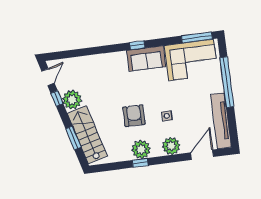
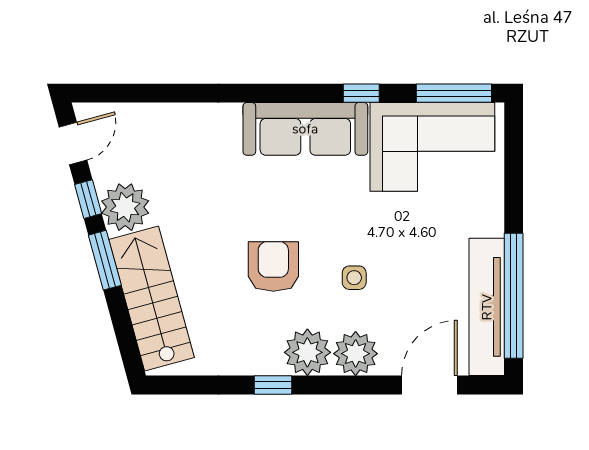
window: (137, 45) -> (361, 93), moved
sofa: (146, 58) -> (305, 129), width x1.36
window: (227, 82) -> (514, 296), moved
window: (73, 138) -> (105, 260), moved
plant: (141, 149) -> (307, 352), moved

